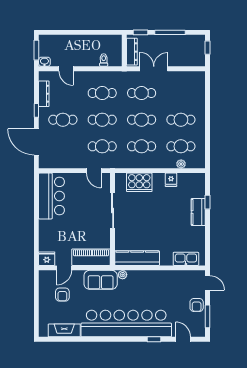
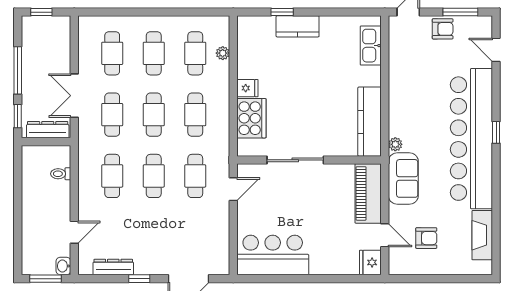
cafe table: (63, 120) -> (112, 53), moved
fridge: (171, 180) -> (247, 88), moved
window: (154, 339) -> (496, 132), moved
door: (183, 339) -> (496, 50), hinge flipped

